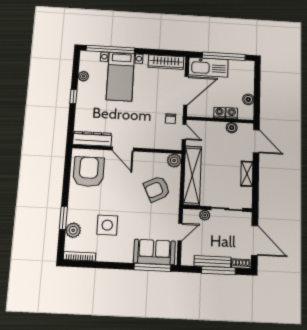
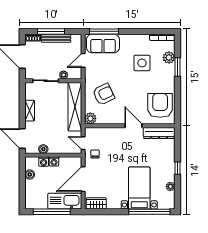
wardrobe: (166, 62) -> (96, 203), width x0.67
armchair: (89, 172) -> (160, 105), turned 180

